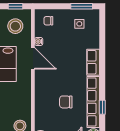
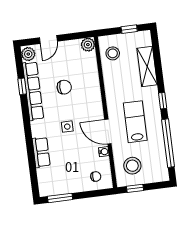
side table: (79, 24) -> (67, 127), moved
row of seats: (93, 62) -> (41, 152), moved

